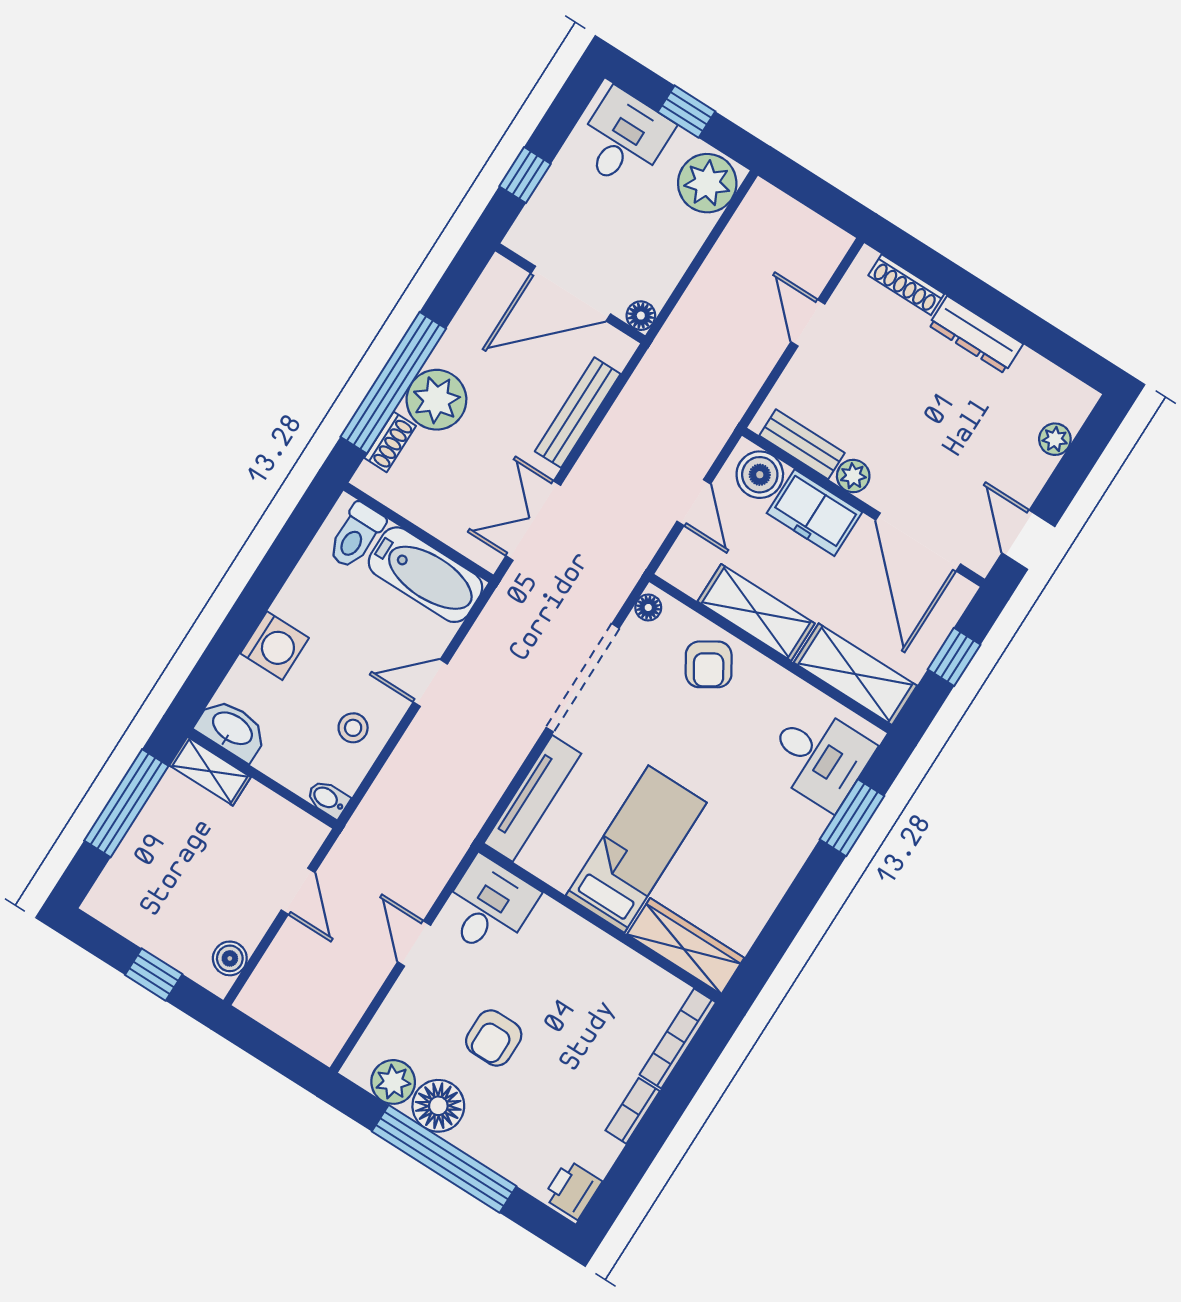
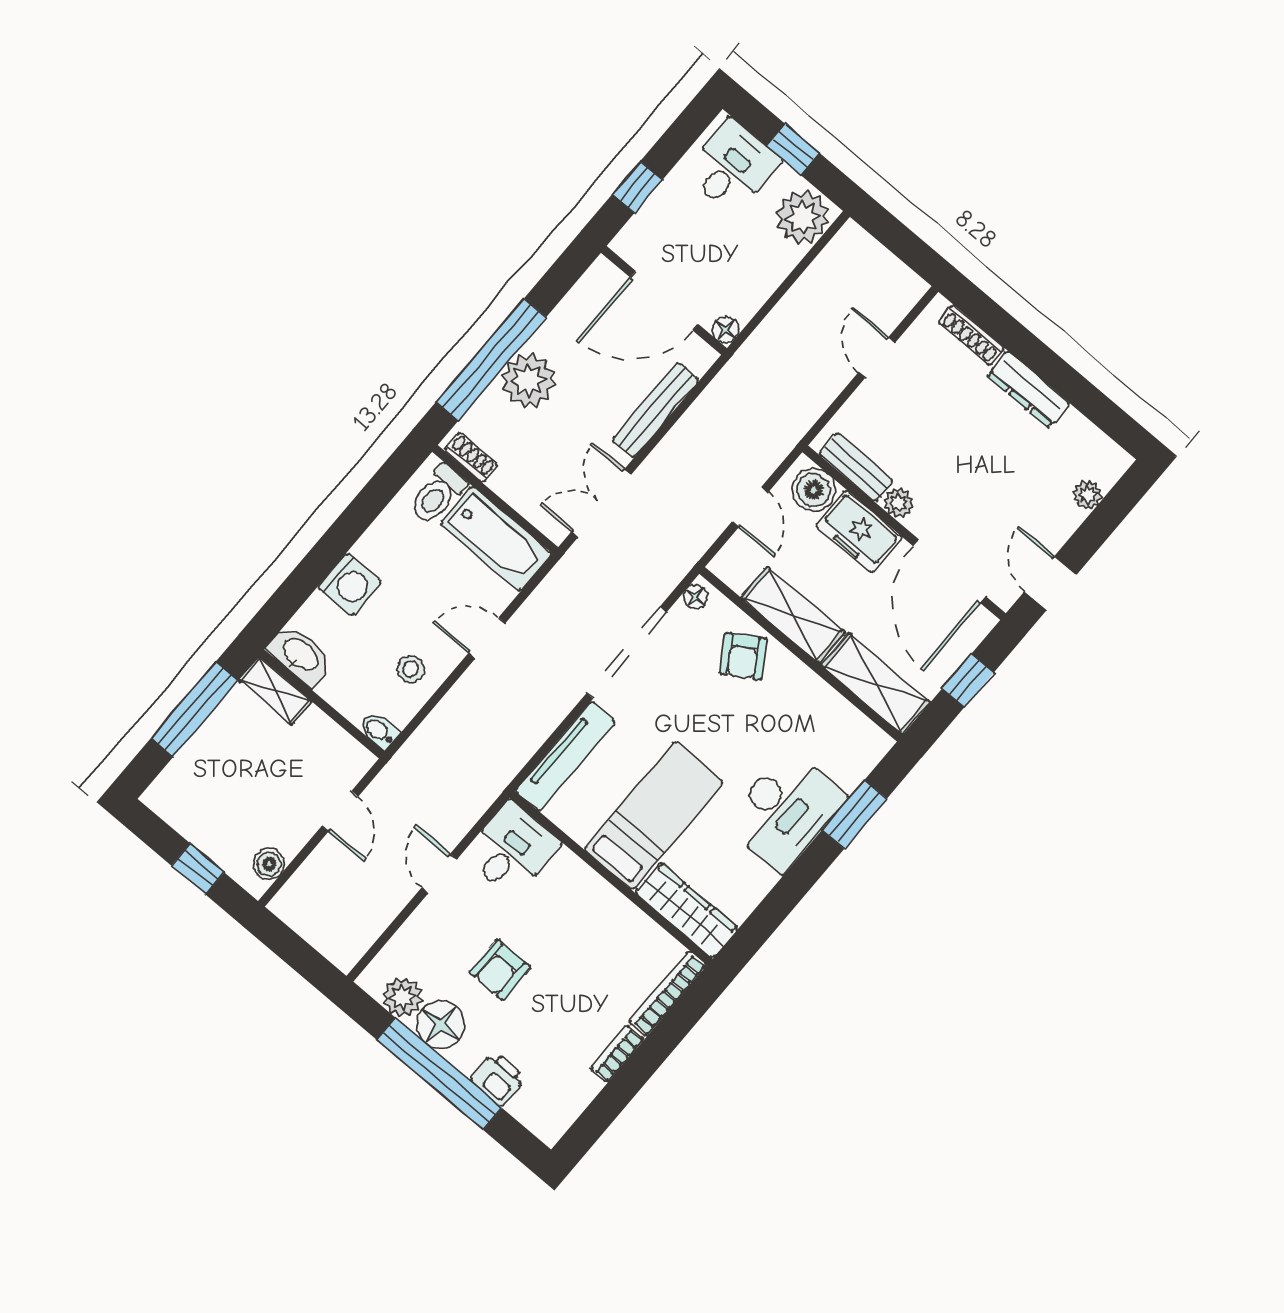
shoe rack: (390, 442) -> (471, 457), moved, turned -90
desk: (819, 757) -> (785, 810), moved, width x1.37
printer: (572, 1190) -> (498, 1079), moved, turned 90

